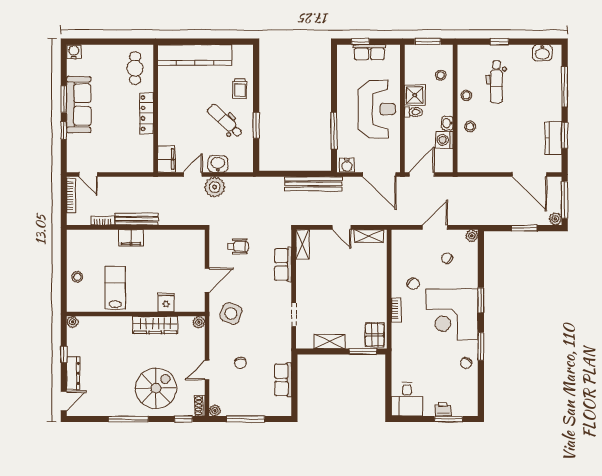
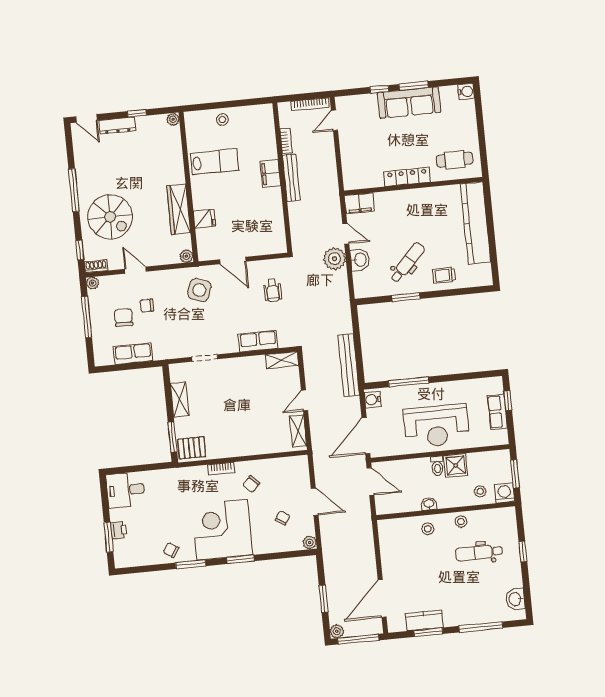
washing machine: (444, 140) -> (504, 493), moved
chair: (249, 385) -> (123, 318), added

